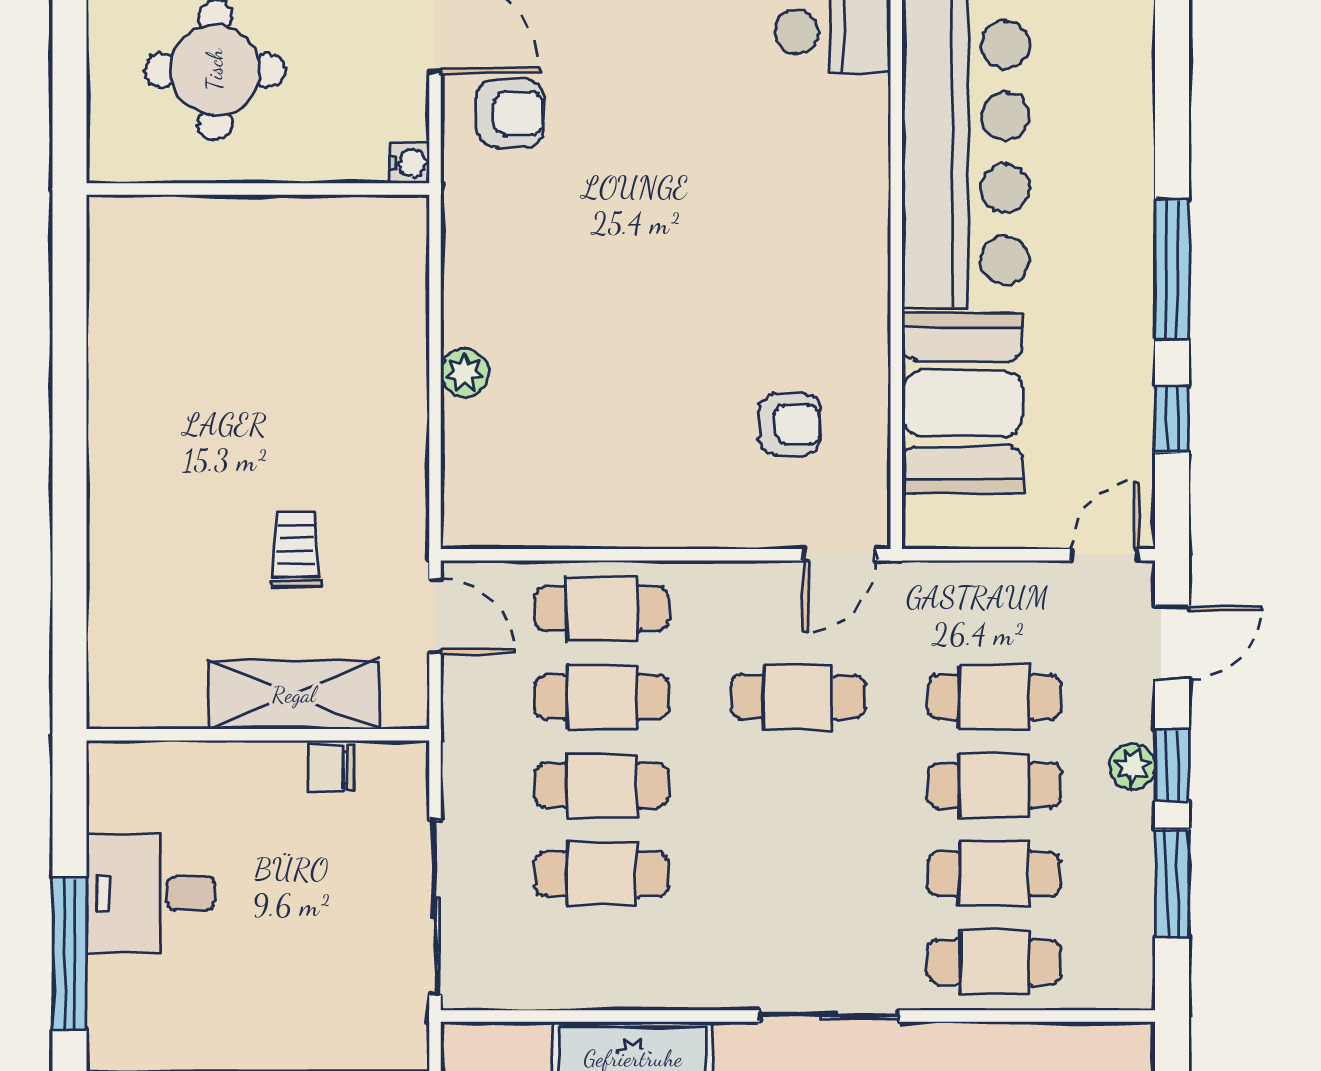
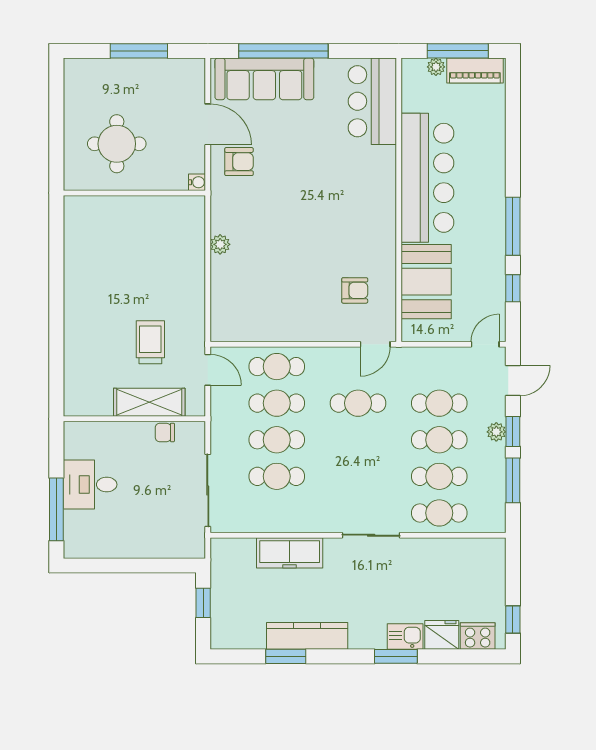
plant: (465, 373) -> (220, 244), moved
trolley: (296, 550) -> (150, 342), width x1.36, depth x1.39

